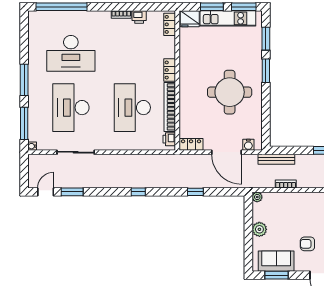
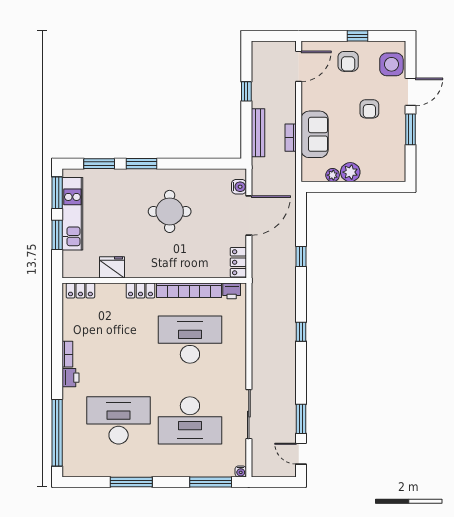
printer: (139, 17) -> (71, 378), moved
fridge: (190, 19) -> (112, 267), moved, turned -90
desk: (71, 53) -> (119, 420), turned -90
window: (24, 80) -> (131, 482), moved
round table: (230, 92) -> (170, 211), width x0.73, depth x0.73
desk: (132, 108) -> (190, 340), turned 180
bench: (276, 159) -> (258, 133), moved
plant: (257, 197) -> (333, 175), moved
sofa: (276, 261) -> (315, 134), moved, turned 180
window: (277, 275) -> (410, 129), moved

